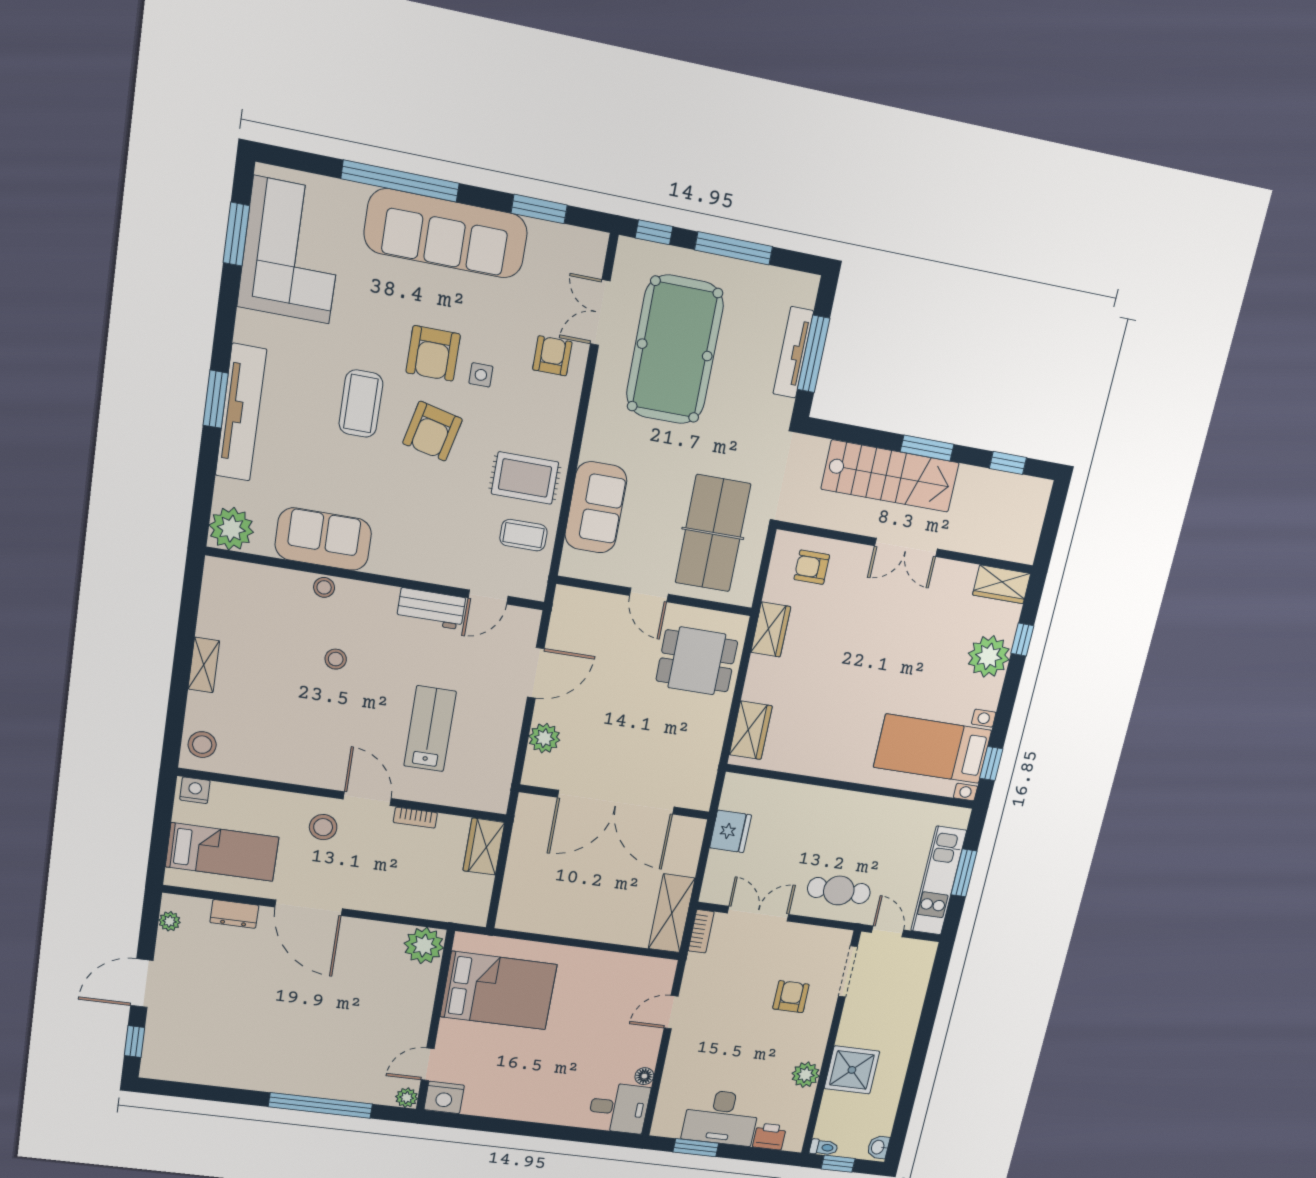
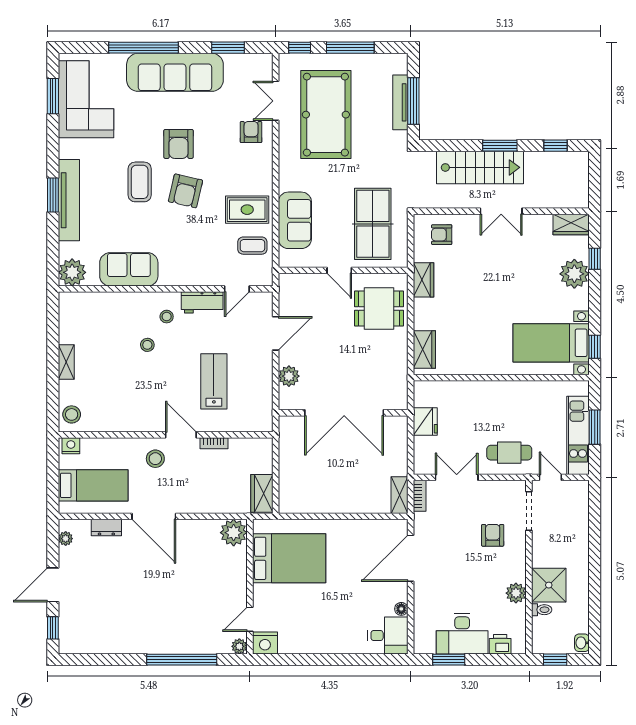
side table: (481, 375) -> (209, 151), removed
stool: (324, 587) -> (167, 317), moved
wardrobe: (484, 847) -> (262, 493), moved
shelving: (672, 913) -> (400, 495), width x0.67, depth x0.75
door: (671, 1012) -> (411, 558), width x1.88
toilet: (824, 1147) -> (542, 610), moved

